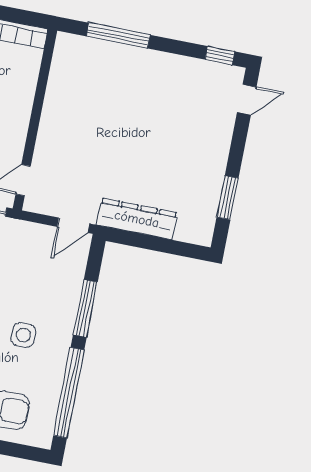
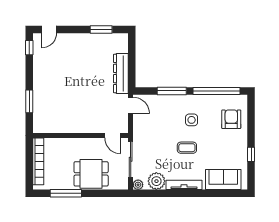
window: (118, 36) -> (29, 101), width x0.69
door: (247, 100) -> (49, 29), swing flipped

